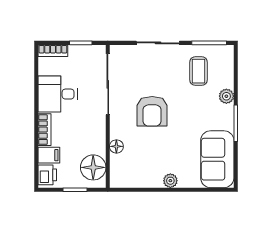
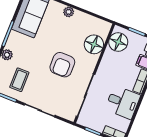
armchair: (152, 111) -> (62, 65), turned 180
floor lamp: (116, 146) -> (94, 44), width x1.89, depth x1.89

